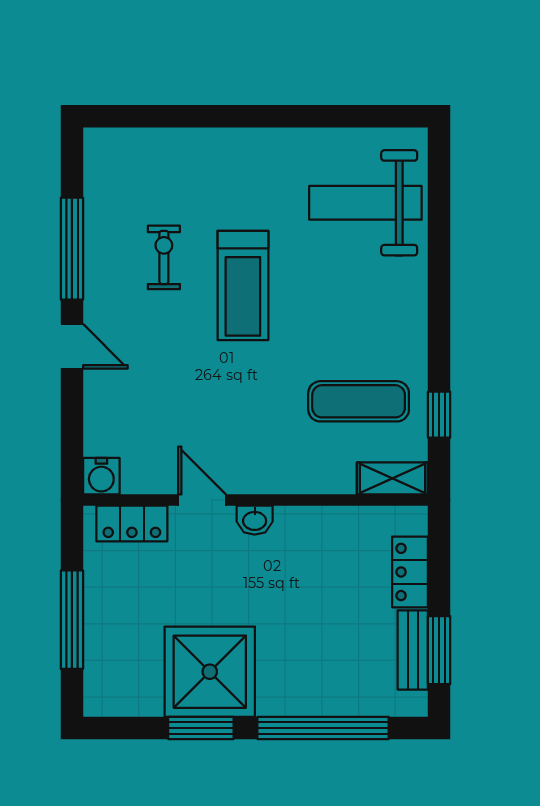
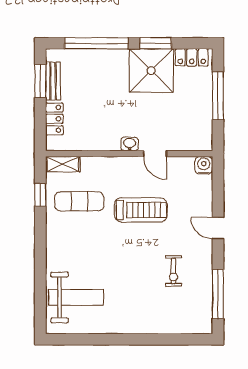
window: (72, 249) -> (218, 294), moved
treadmill: (243, 285) -> (141, 210), moved, turned 90
locker: (132, 523) -> (192, 57), moved, turned 180

